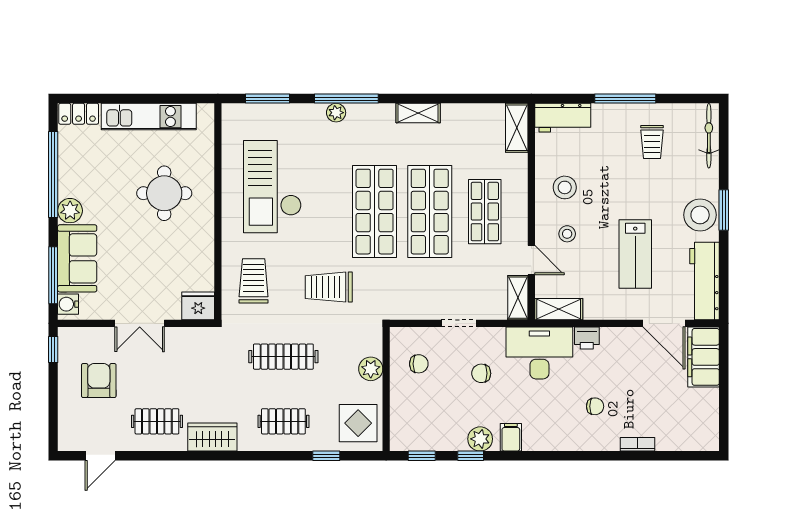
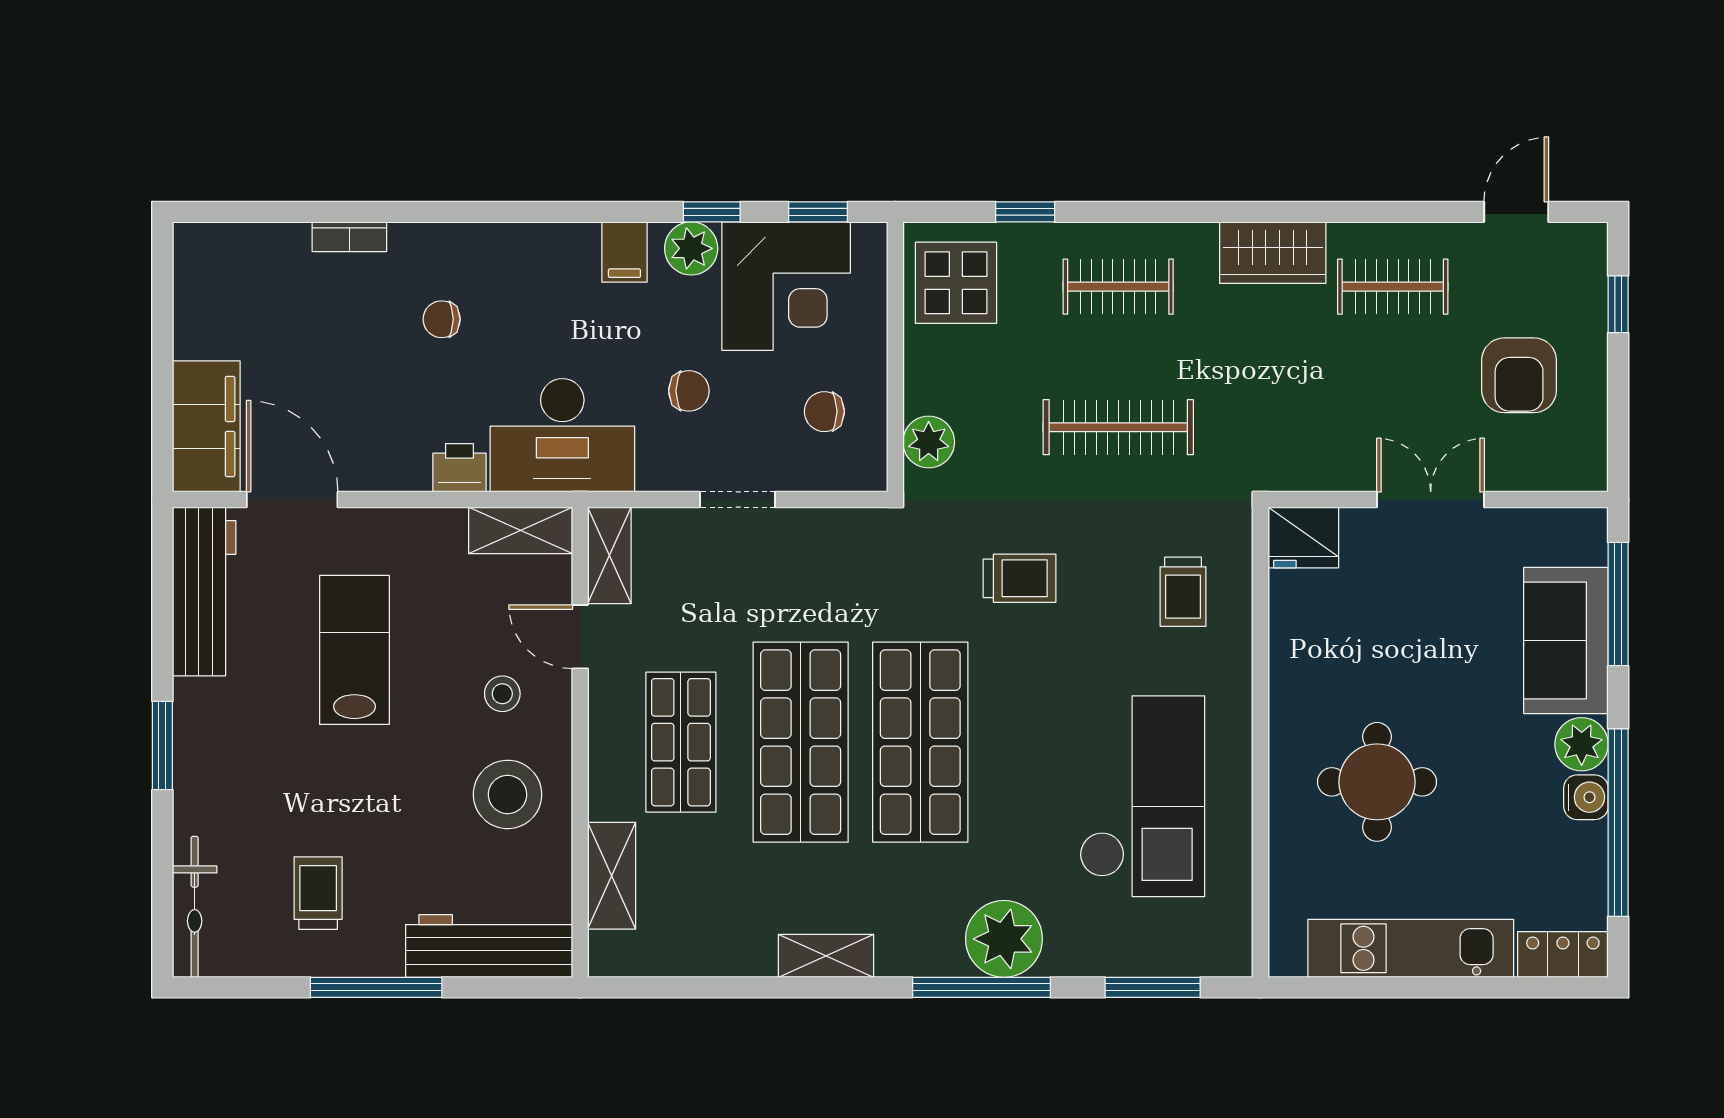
plant: (336, 113) -> (1004, 939), width x1.87, depth x1.87
workbench: (563, 118) -> (489, 946), width x1.37
shelving: (517, 128) -> (612, 876), moved
stool: (565, 187) -> (508, 794), width x1.38, depth x1.38
stool: (700, 215) -> (214, 735), removed
trolley: (254, 281) -> (1183, 592), width x0.73, depth x0.72
trolley: (329, 287) -> (1020, 578), width x0.73, depth x0.72
water cooler: (68, 304) -> (1586, 797), moved
window: (53, 349) -> (1618, 304), moved
plant: (371, 369) -> (929, 442), moved
corner desk: (436, 422) -> (786, 286), added

